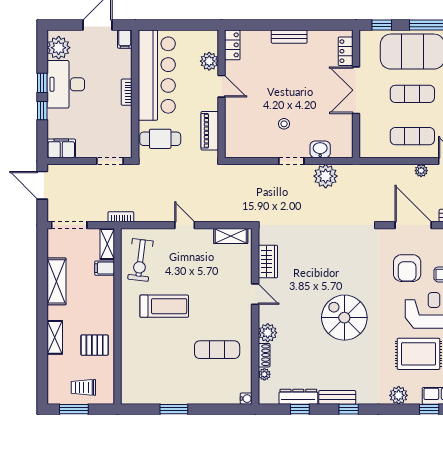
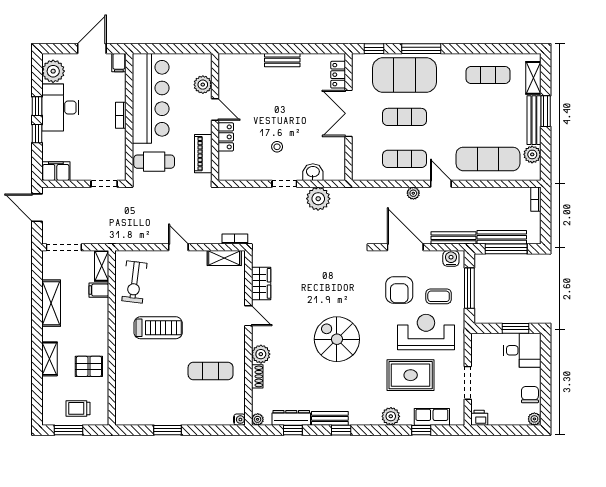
locker: (232, 45) -> (226, 137), moved
bookcase: (121, 217) -> (235, 239), moved
plant: (264, 374) -> (258, 419), moved

